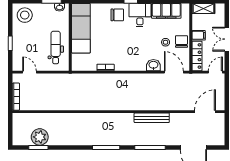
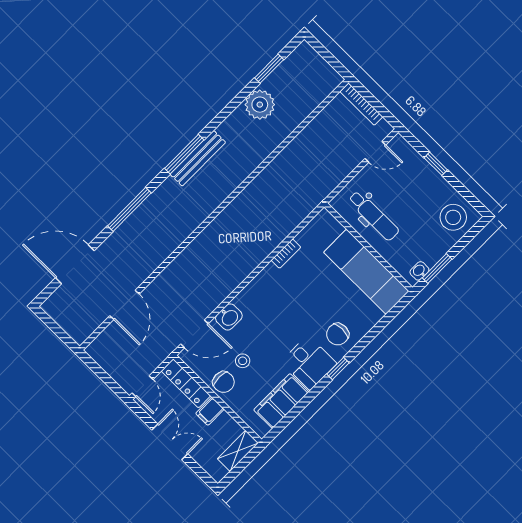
door: (205, 112) -> (125, 305), moved
bench: (152, 118) -> (198, 158), moved
plant: (40, 137) -> (260, 105), moved

